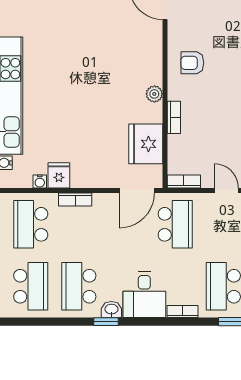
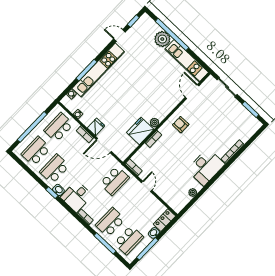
fridge: (146, 144) -> (140, 131), moved
fridge: (59, 175) -> (96, 127), moved
door: (137, 191) -> (104, 146), moved
school desk: (31, 286) -> (36, 151), turned 180

